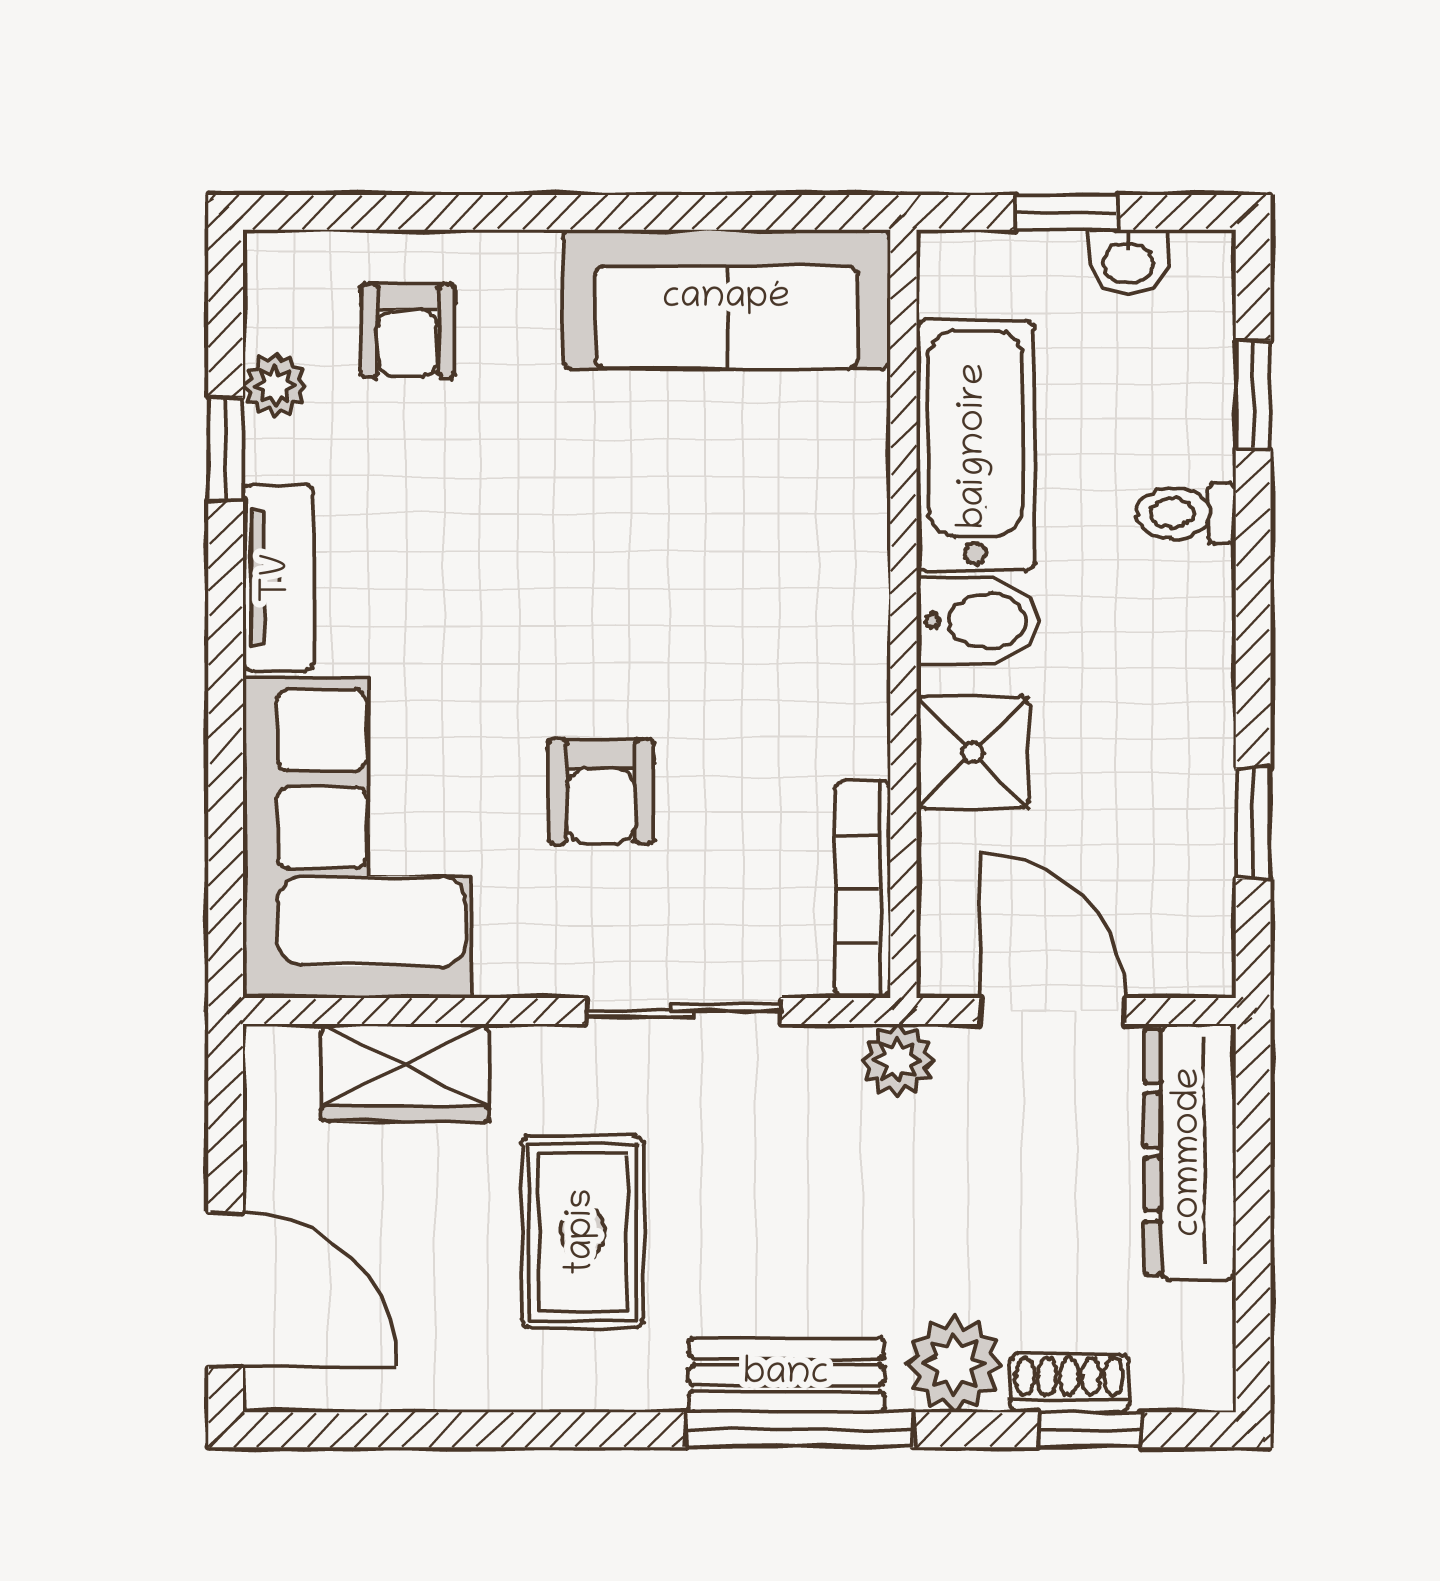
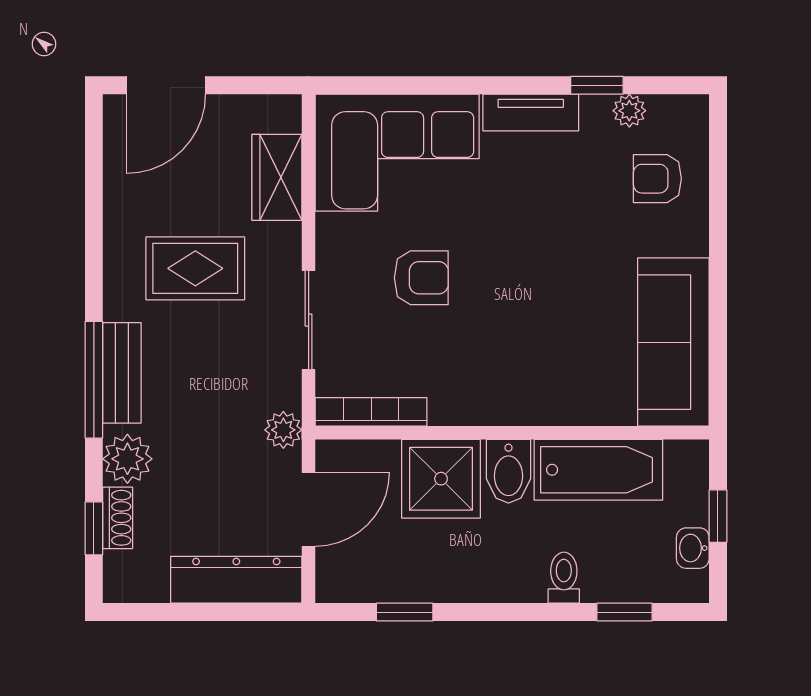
shower: (973, 753) -> (441, 479), width x1.36, depth x1.36
armchair: (601, 791) -> (421, 278), turned 180

